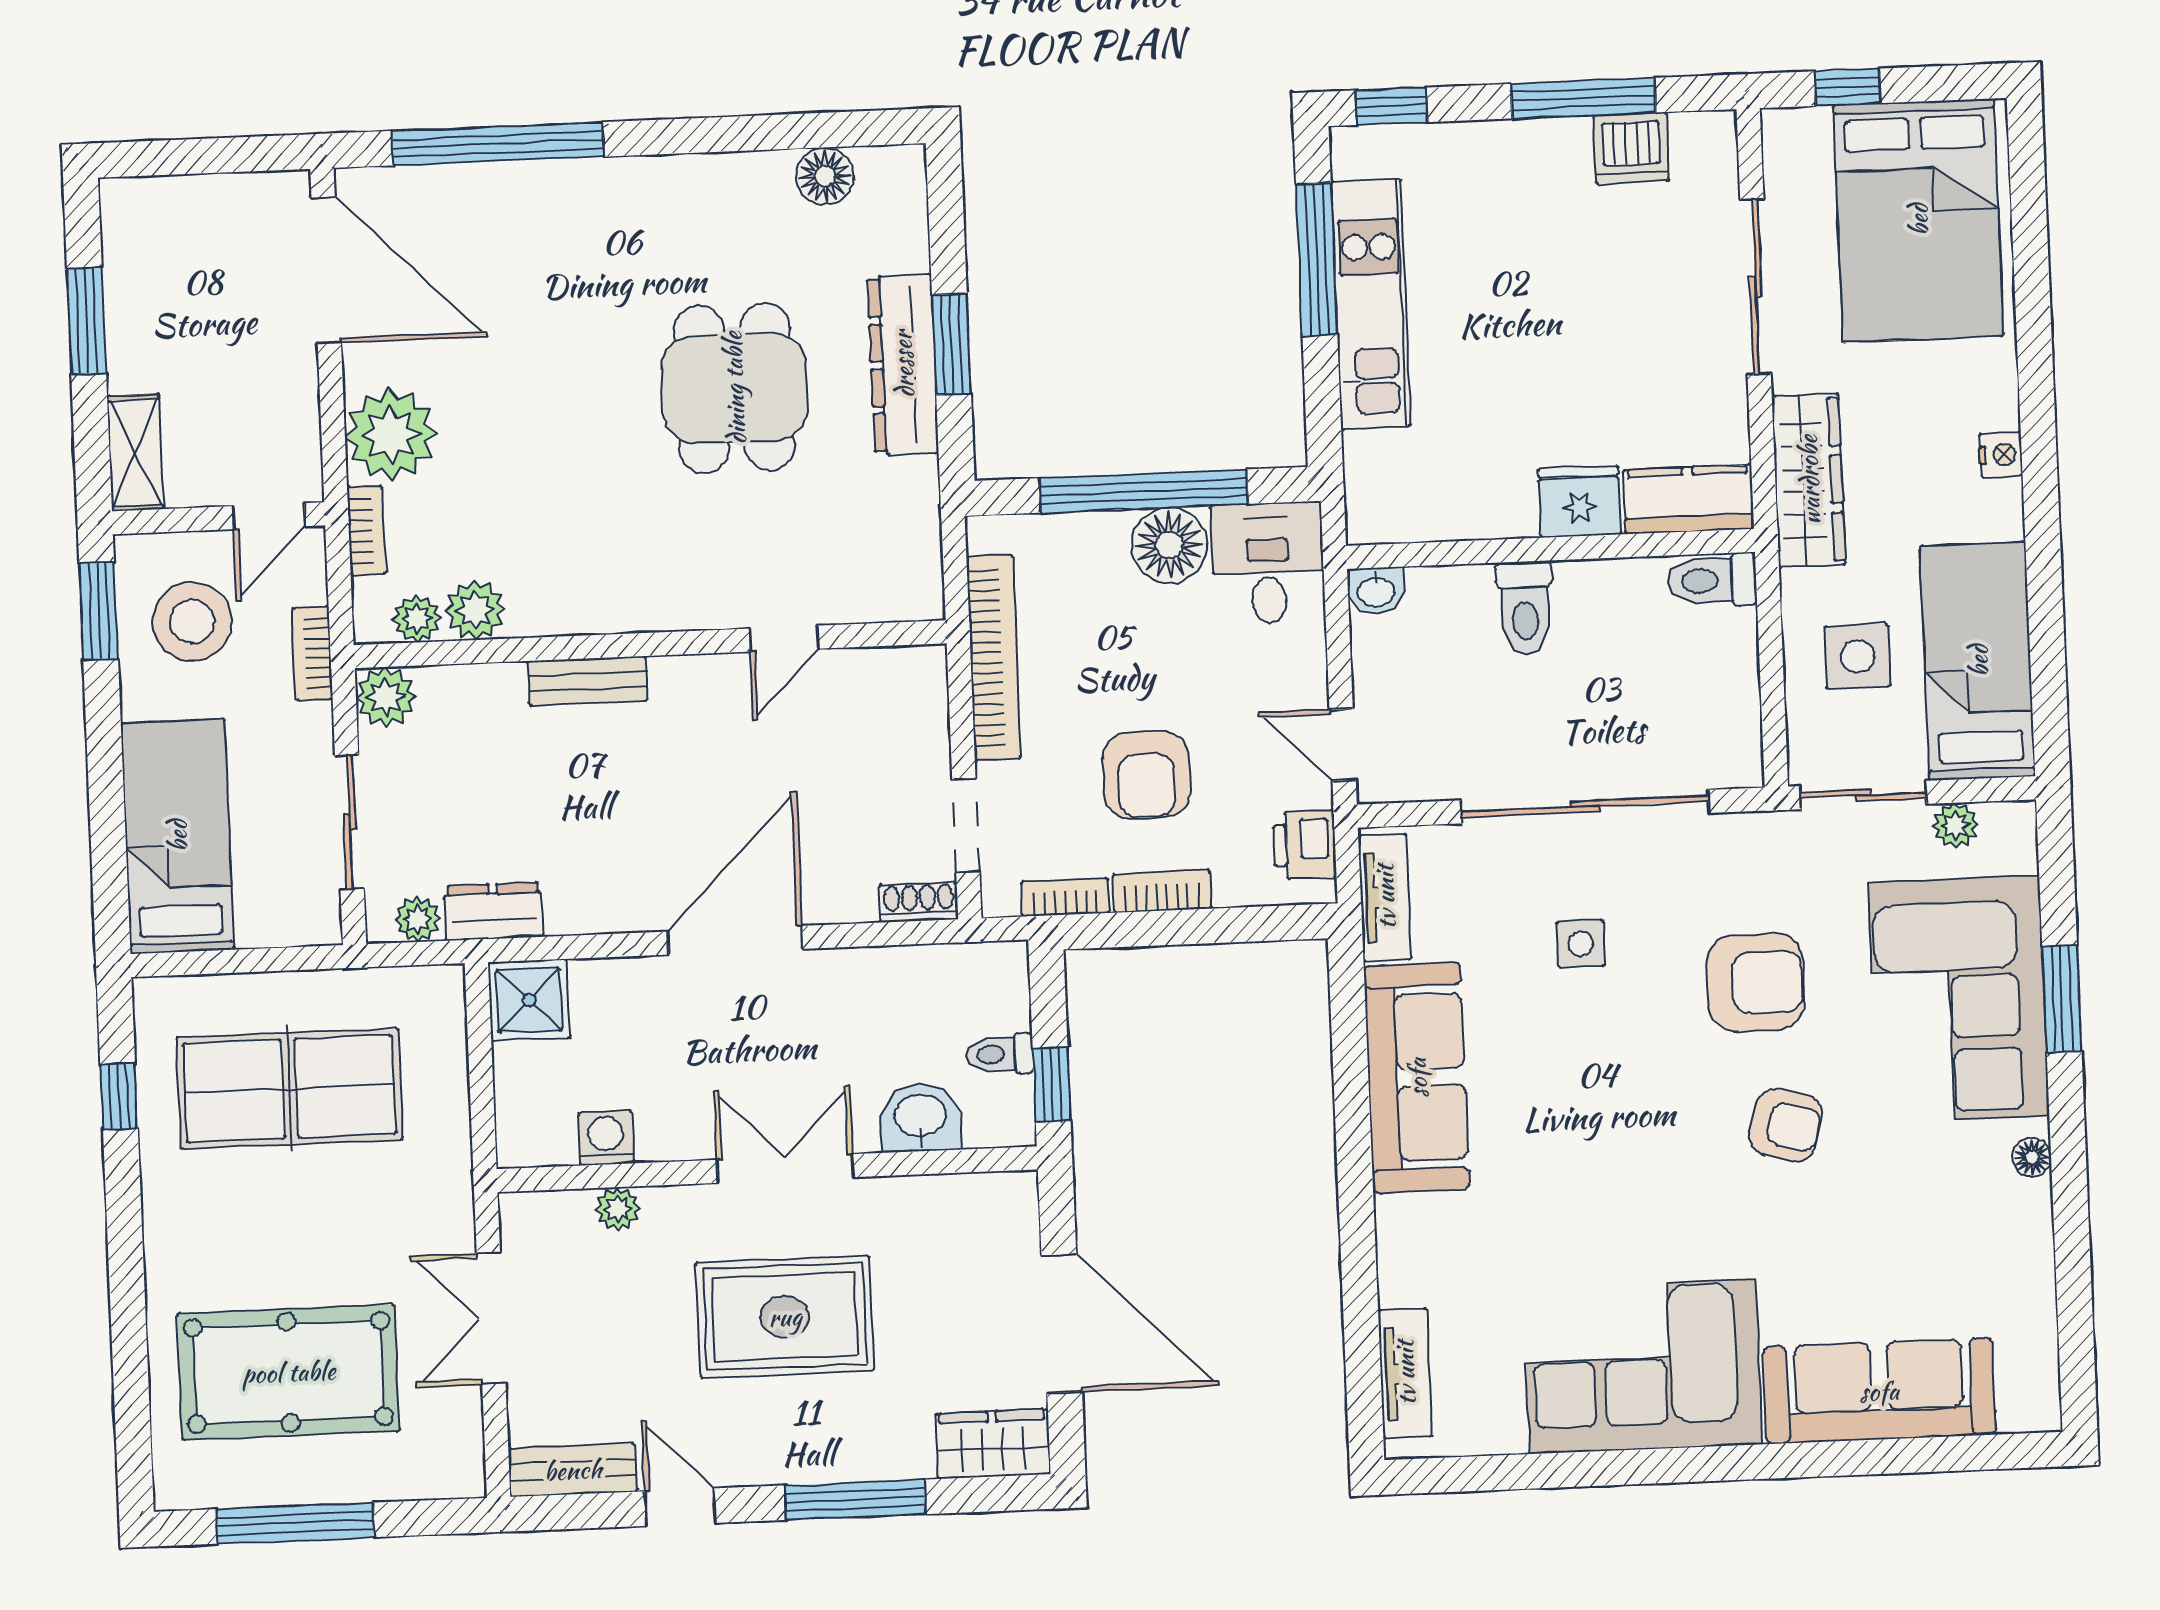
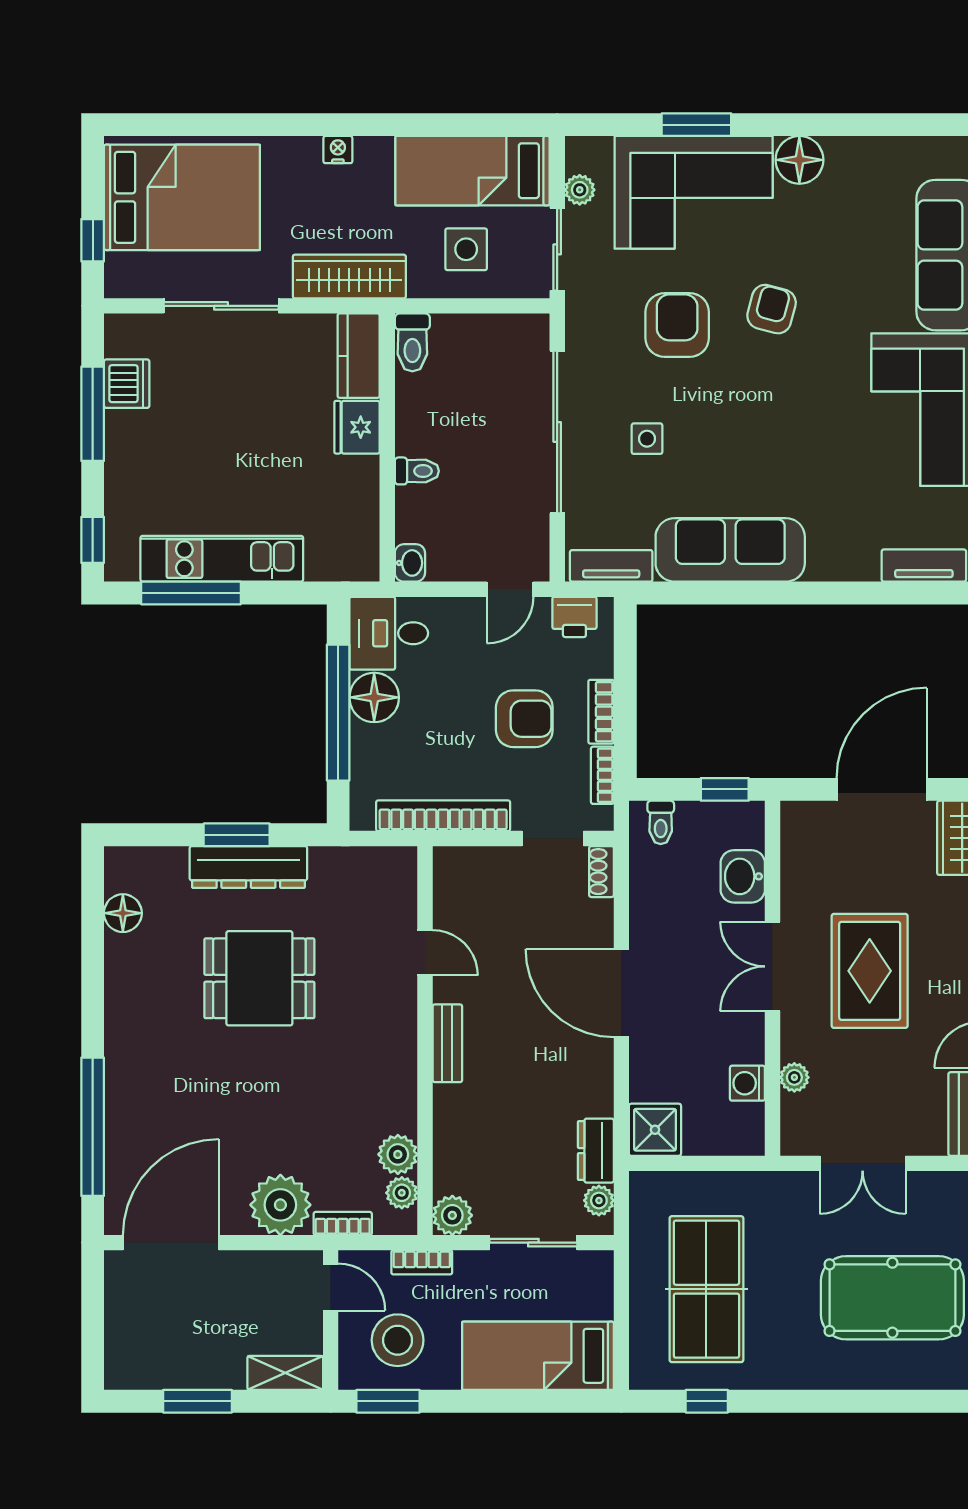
toilet: (1525, 608) -> (417, 471), width x0.73, depth x0.72
bench: (588, 681) -> (447, 1043), moved
toilet: (1000, 1054) -> (661, 822), moved
floor lamp: (2032, 1157) -> (799, 160), width x1.89, depth x1.89
pool table: (289, 1372) -> (892, 1298), turned 90

